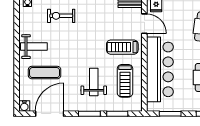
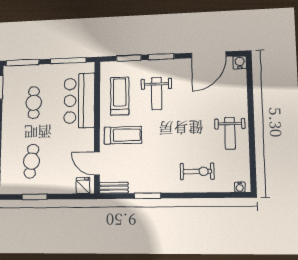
weight bench: (34, 47) -> (230, 133), turned -90
bar counter: (160, 69) -> (79, 101), width x0.73
exercise mat: (45, 73) -> (216, 103), removed
window: (170, 114) -> (68, 61), width x1.44

